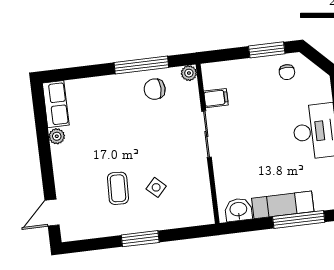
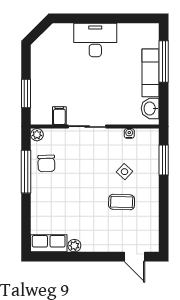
window: (267, 50) -> (26, 93), moved
chair: (287, 72) -> (46, 57), removed
water cooler: (204, 188) -> (129, 133), added
window: (140, 239) -> (164, 160), moved

